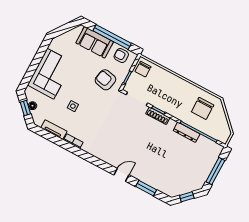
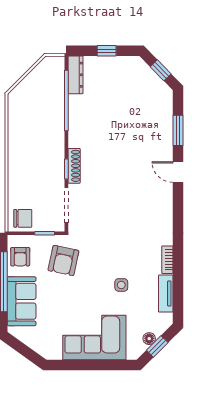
chair: (203, 108) -> (33, 112), removed
dresser: (187, 132) -> (76, 75), moved
window: (215, 171) -> (107, 51), width x0.46

